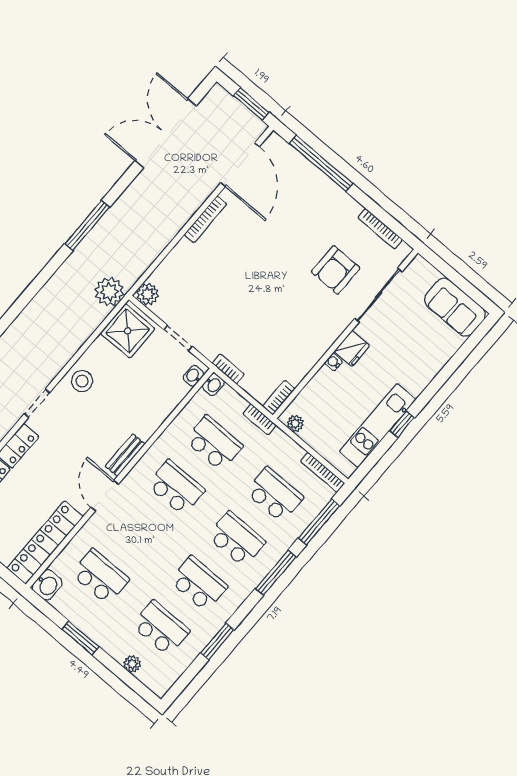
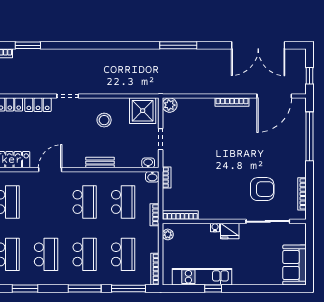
window: (251, 104) -> (309, 76), width x0.67
double door: (166, 133) -> (258, 45), swing flipped
armchair: (336, 270) -> (262, 189), turned 180
plant: (109, 292) -> (154, 85), removed
stool: (82, 381) -> (104, 120), moved
bookcase: (279, 398) -> (180, 215), width x1.56
bench: (125, 455) -> (100, 163), moved

